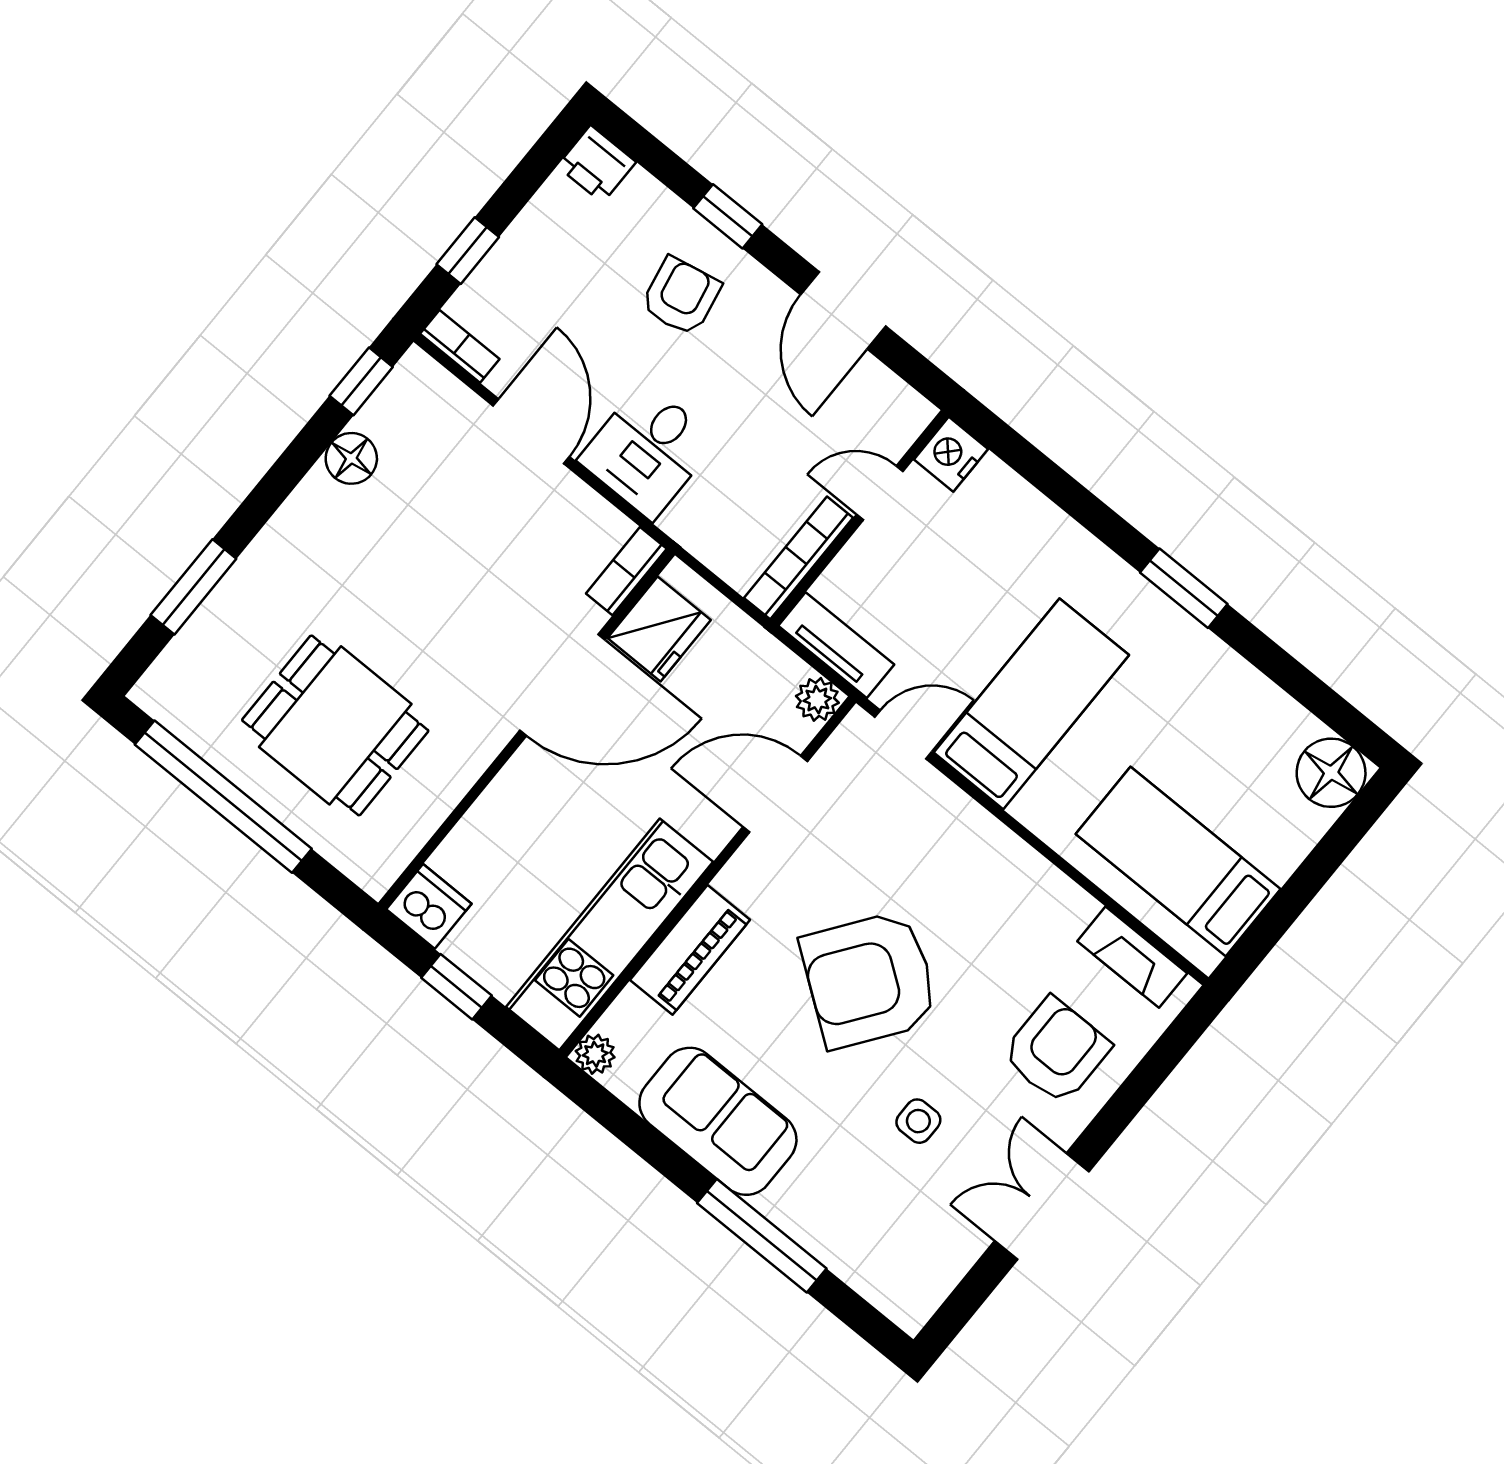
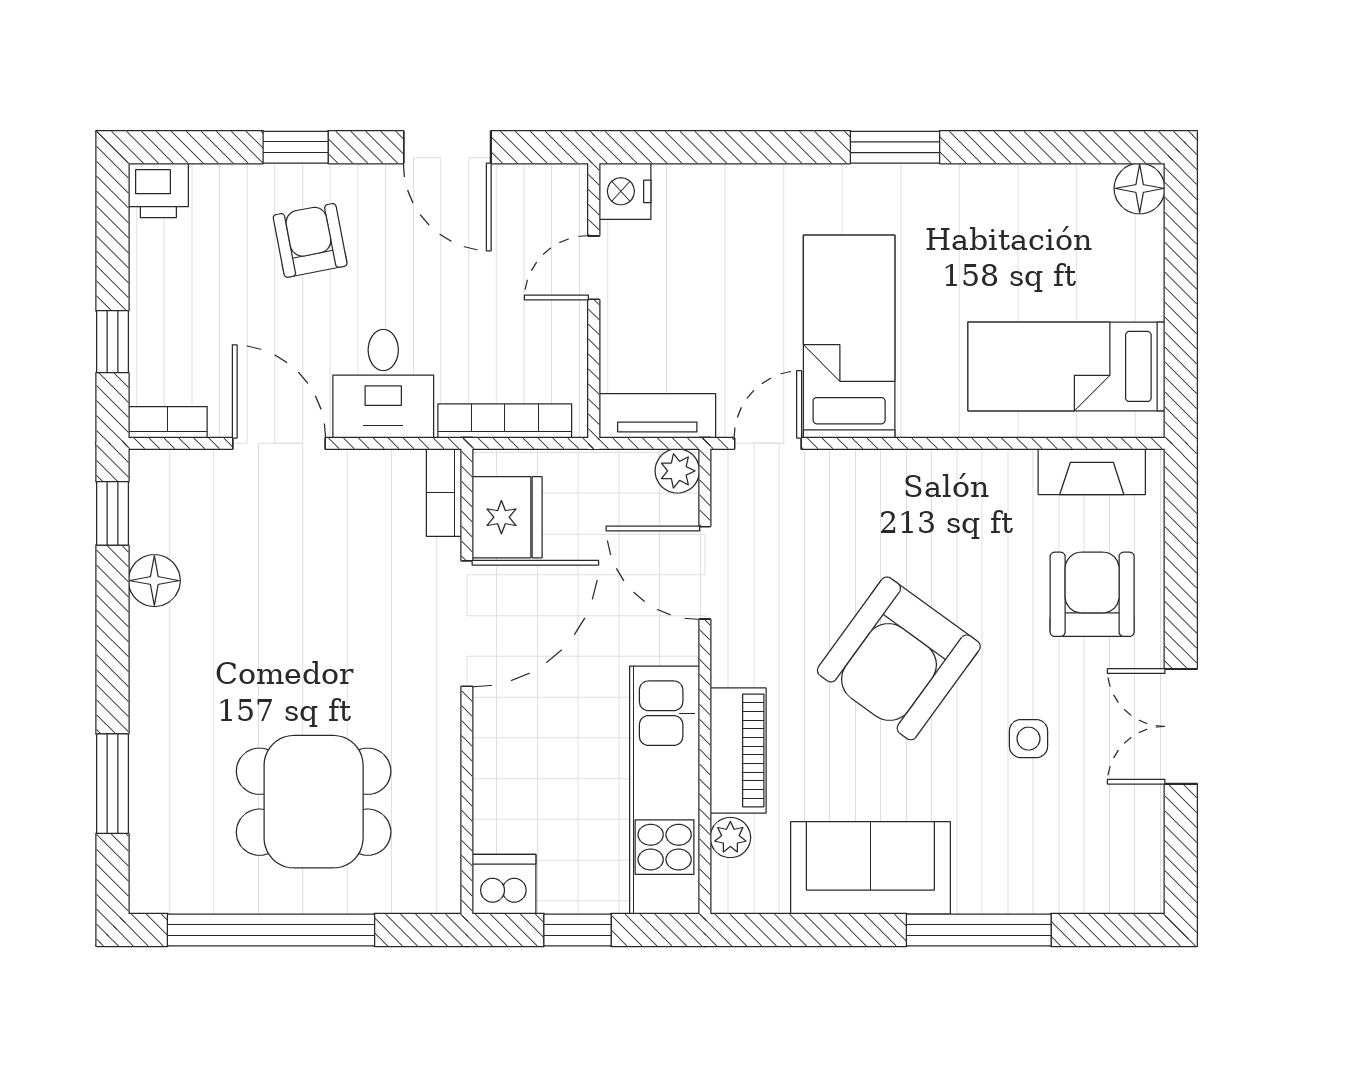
bookcase: (799, 558) -> (505, 421), moved, turned 90
floor lamp: (1331, 773) -> (1140, 188), width x0.73, depth x0.73
door: (775, 794) -> (705, 573), hinge flipped
plant: (595, 1054) -> (730, 838), moved

